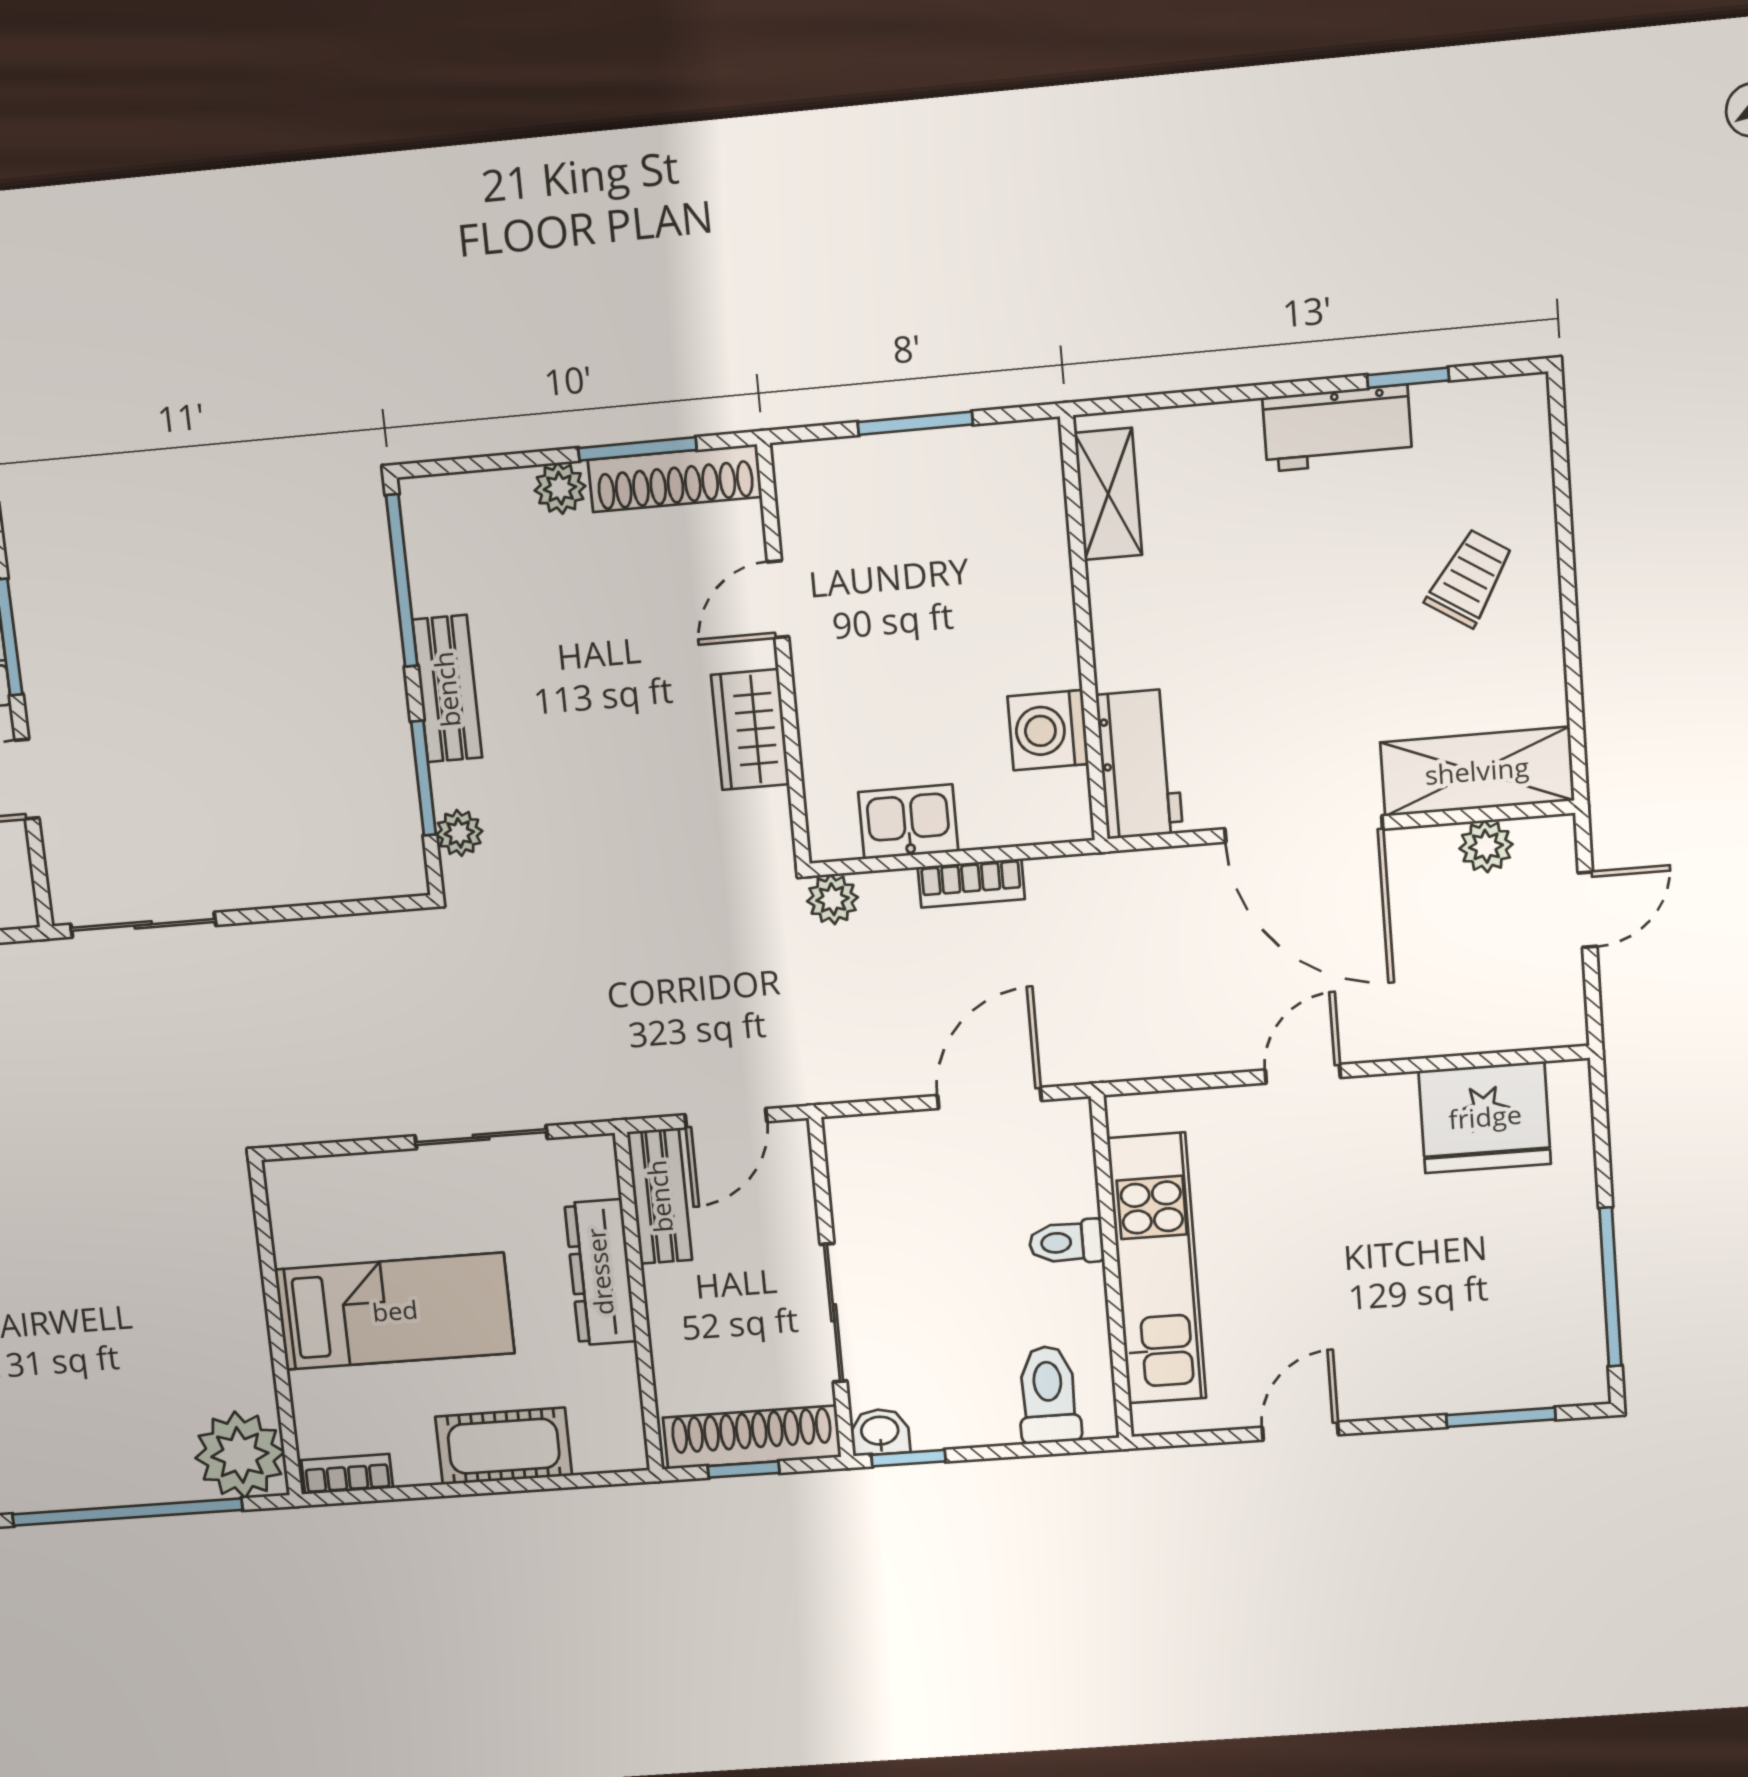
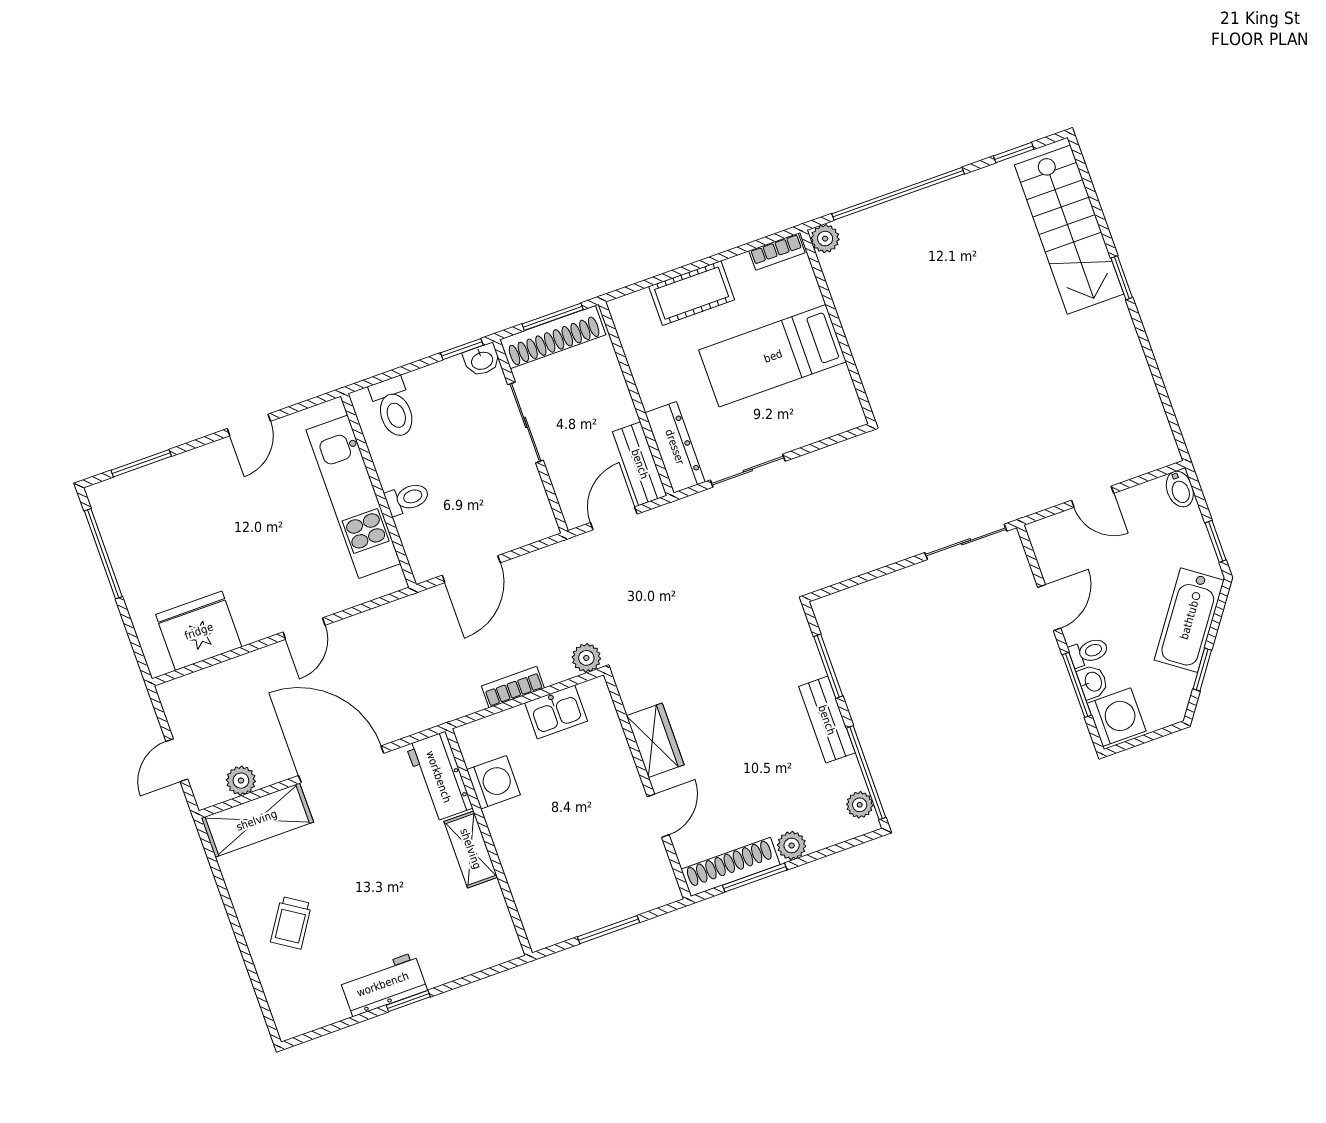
window: (1408, 378) -> (408, 1001), moved
shelving: (1108, 494) -> (471, 849), moved
plant: (459, 833) -> (860, 805), moved
dresser: (600, 1272) -> (675, 447), moved
plant: (240, 1455) -> (825, 239), width x0.53, depth x0.53
window: (744, 1470) -> (553, 317), width x1.50

